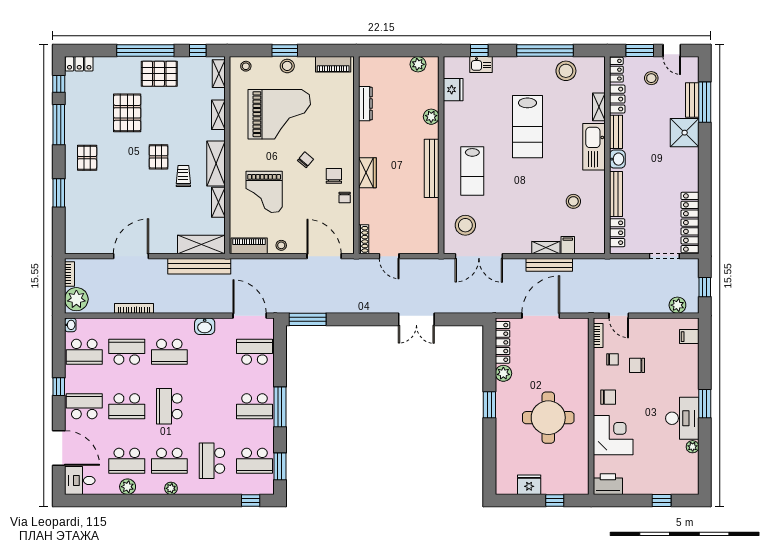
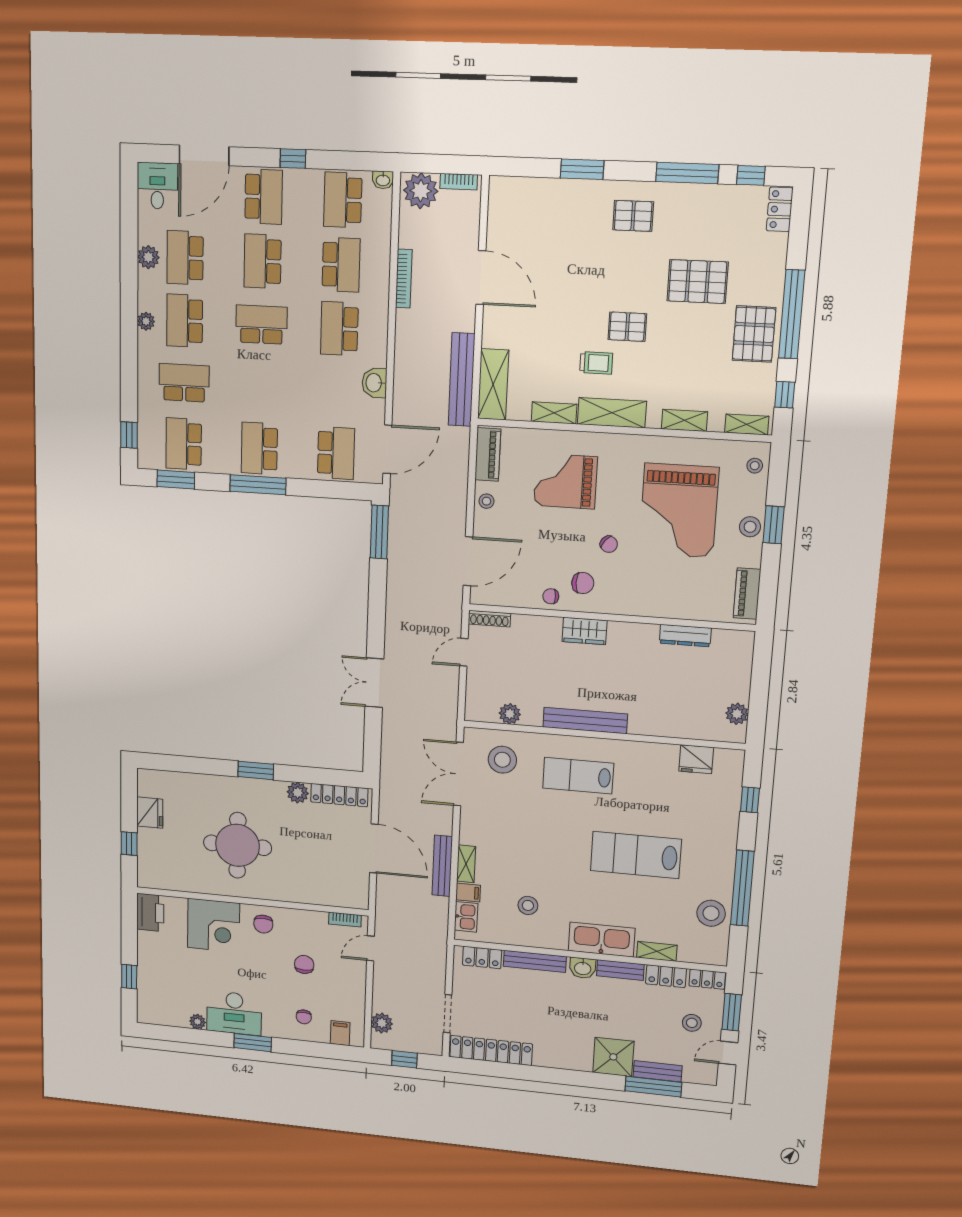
kitchen sink: (481, 65) -> (466, 917), moved, turned 180
plant: (431, 117) -> (510, 714), moved
chair: (612, 359) -> (304, 1017), moved

